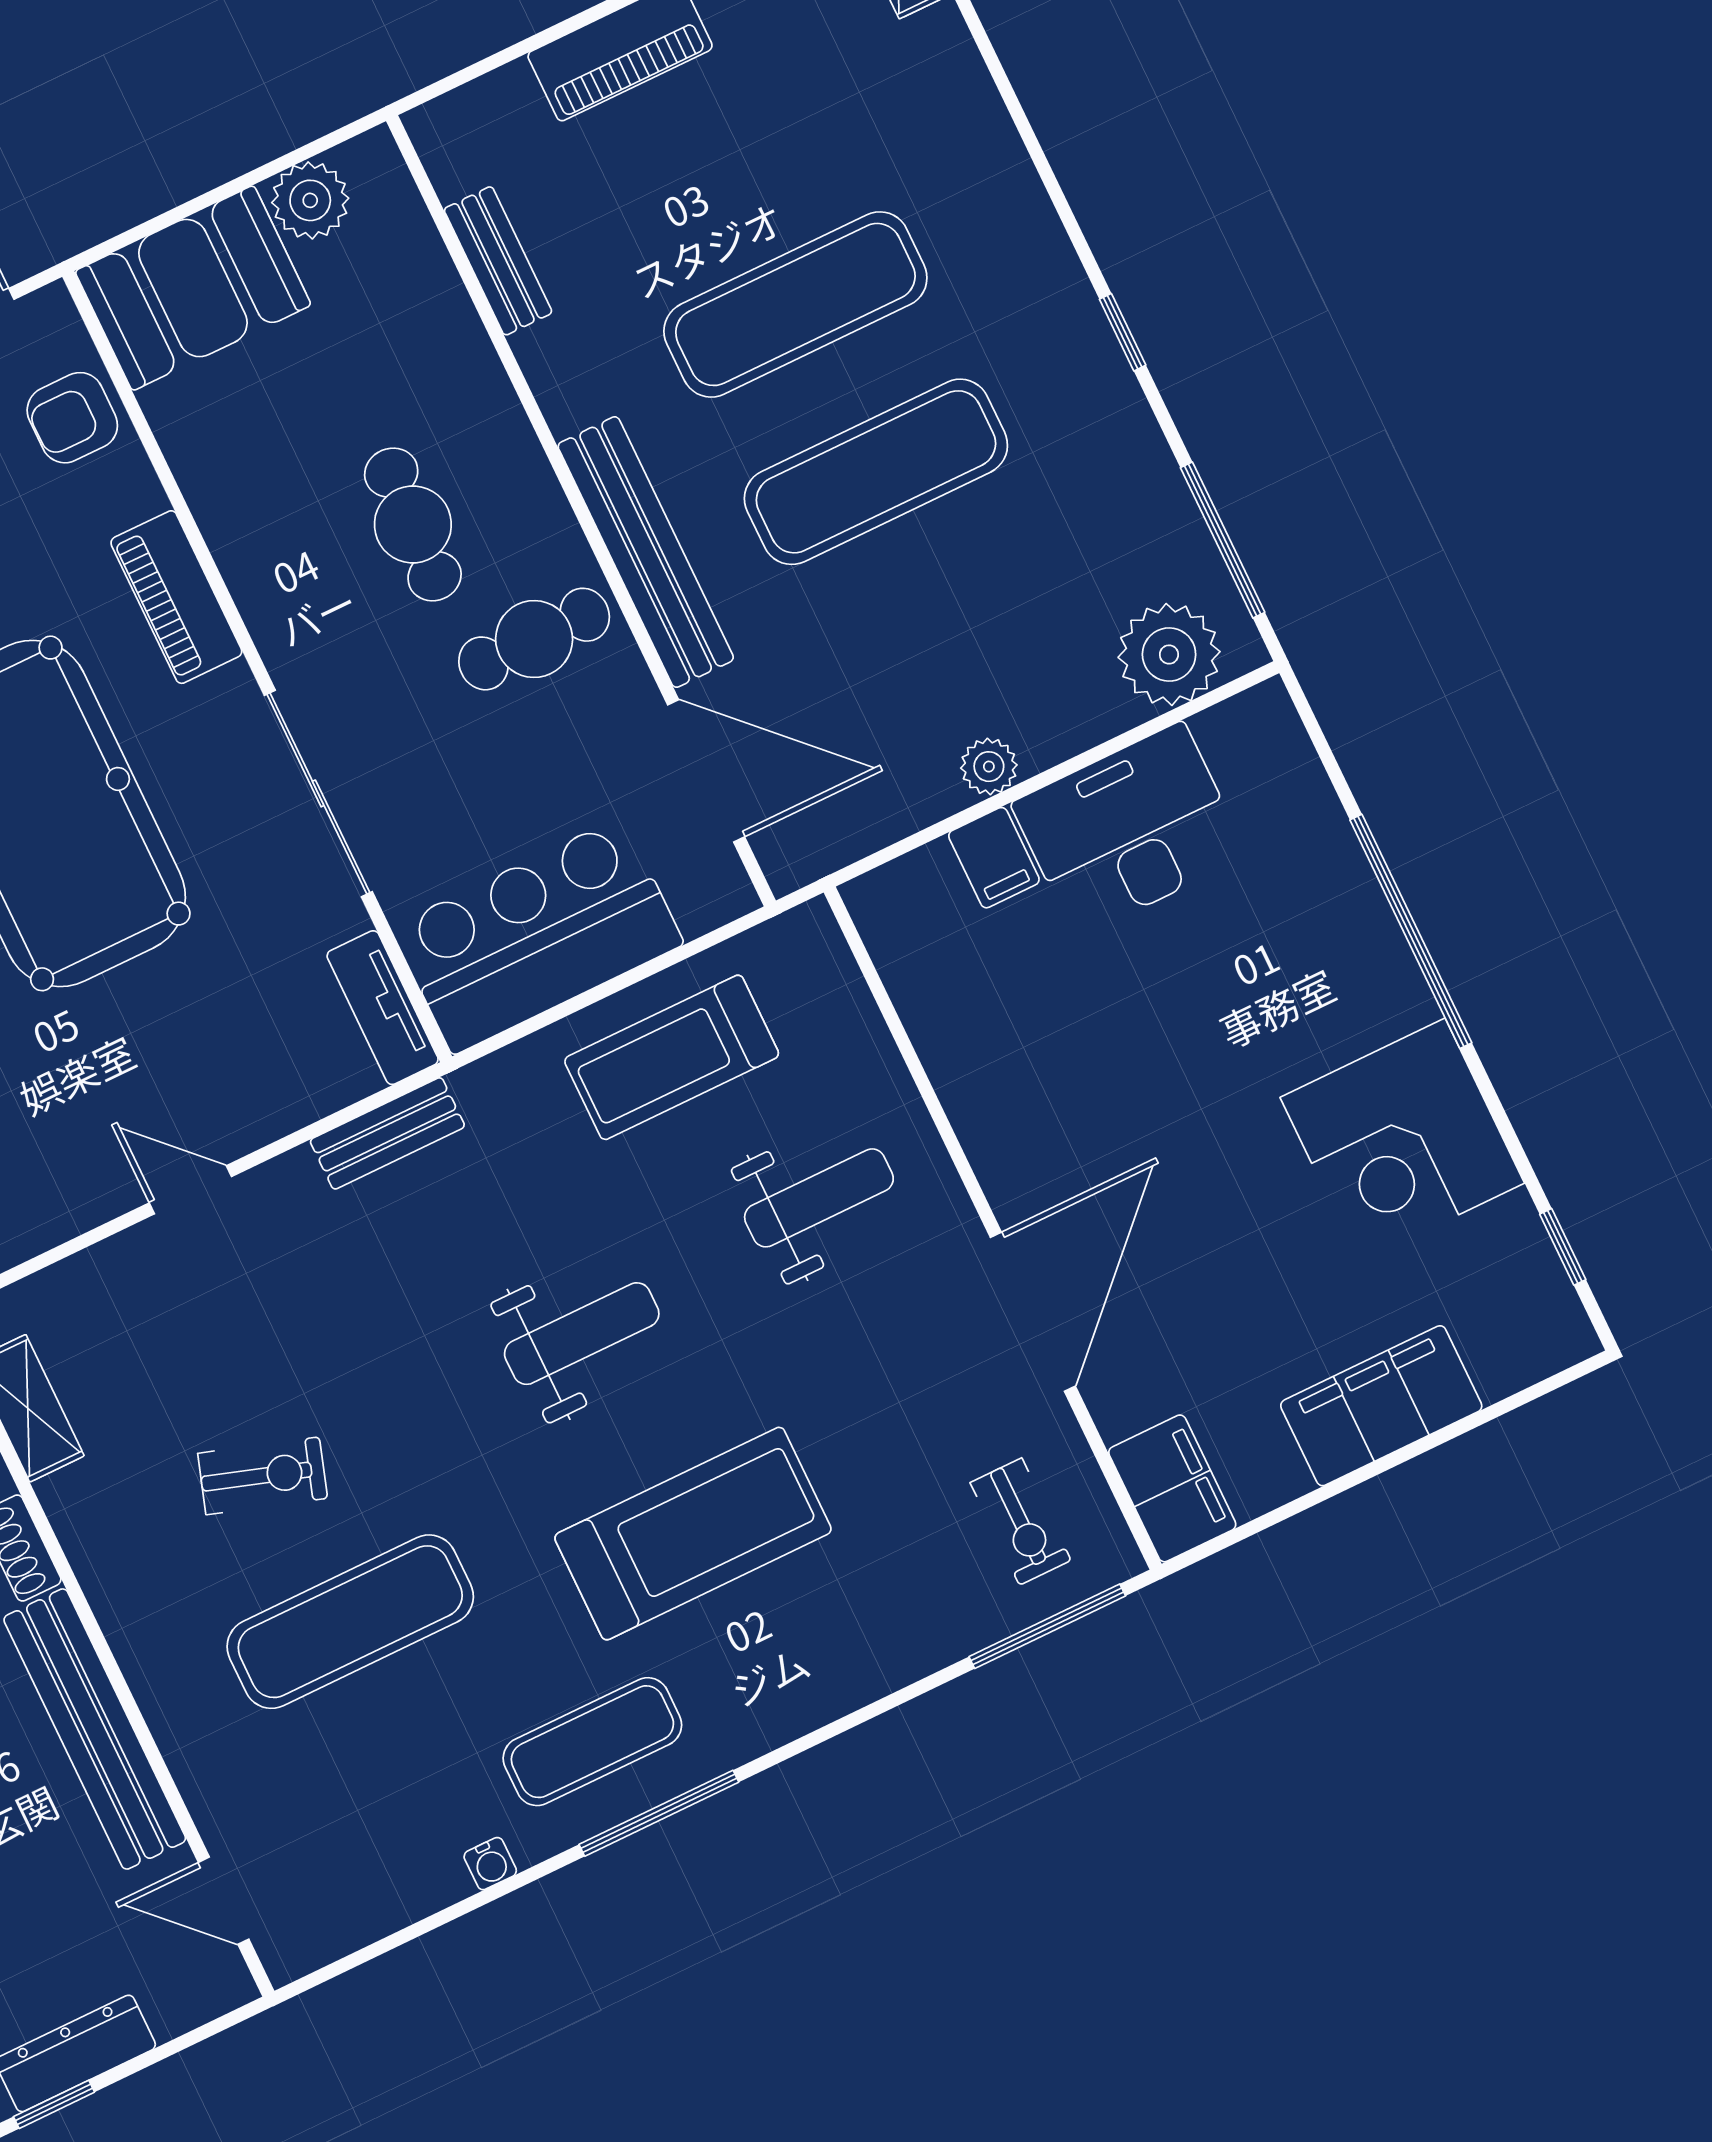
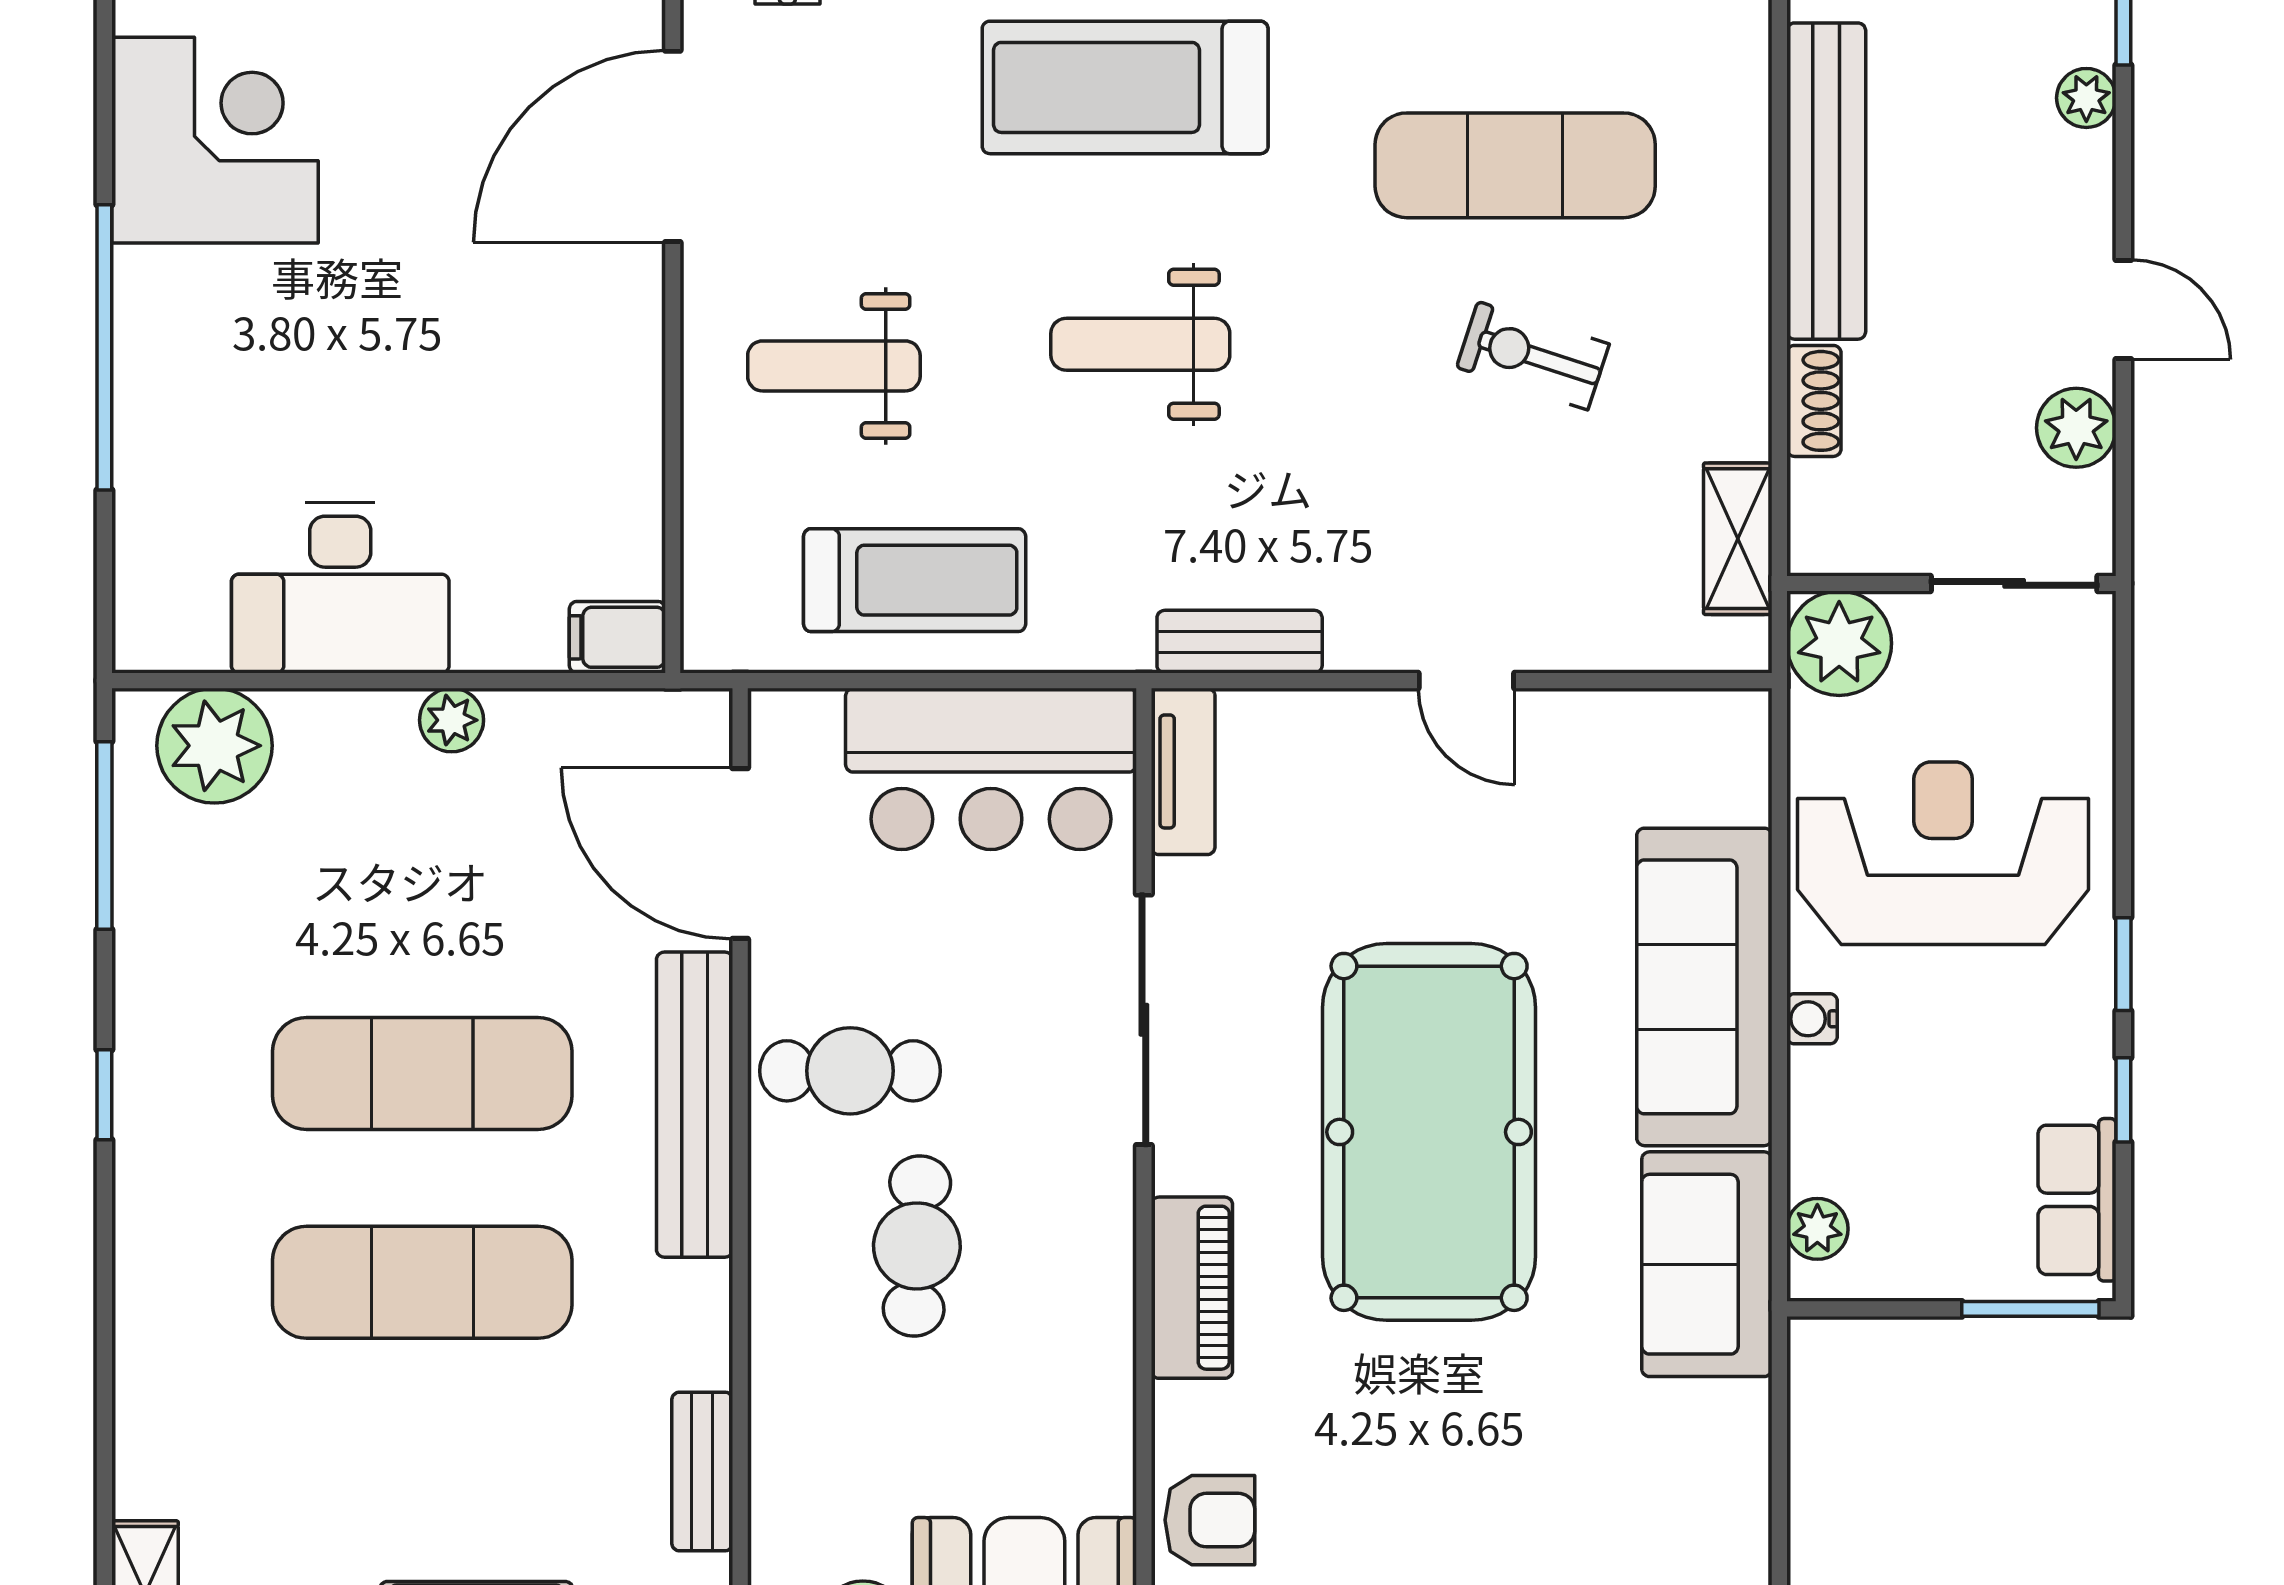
filing cabinet: (994, 858) -> (617, 637), moved, turned -90

